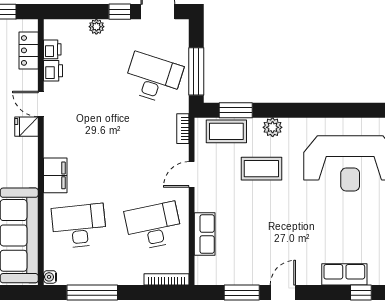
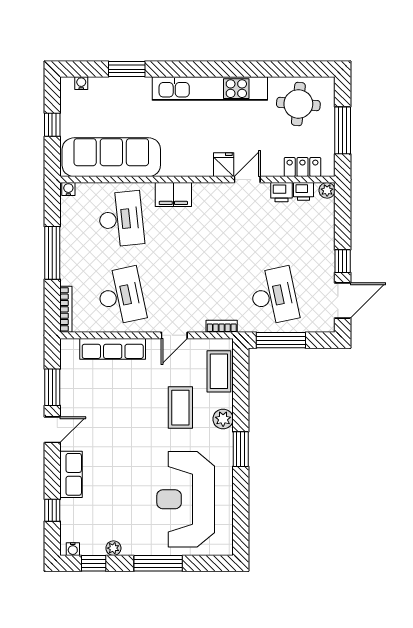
plant: (96, 27) -> (327, 190), moved
desk: (153, 78) -> (274, 296), turned -30
window: (236, 110) -> (241, 449), moved
door: (192, 174) -> (174, 335), swing flipped
row of seats: (205, 234) -> (113, 349), width x1.48
row of seats: (344, 274) -> (71, 474), moved
window: (92, 293) -> (52, 253), moved
door: (283, 293) -> (52, 430), hinge flipped

